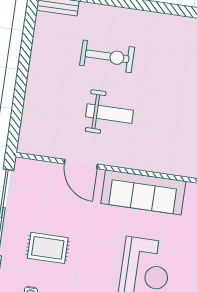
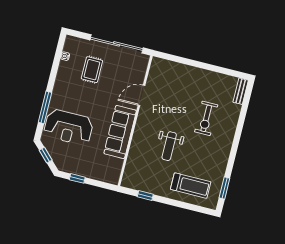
weight bench: (110, 114) -> (169, 146), moved

